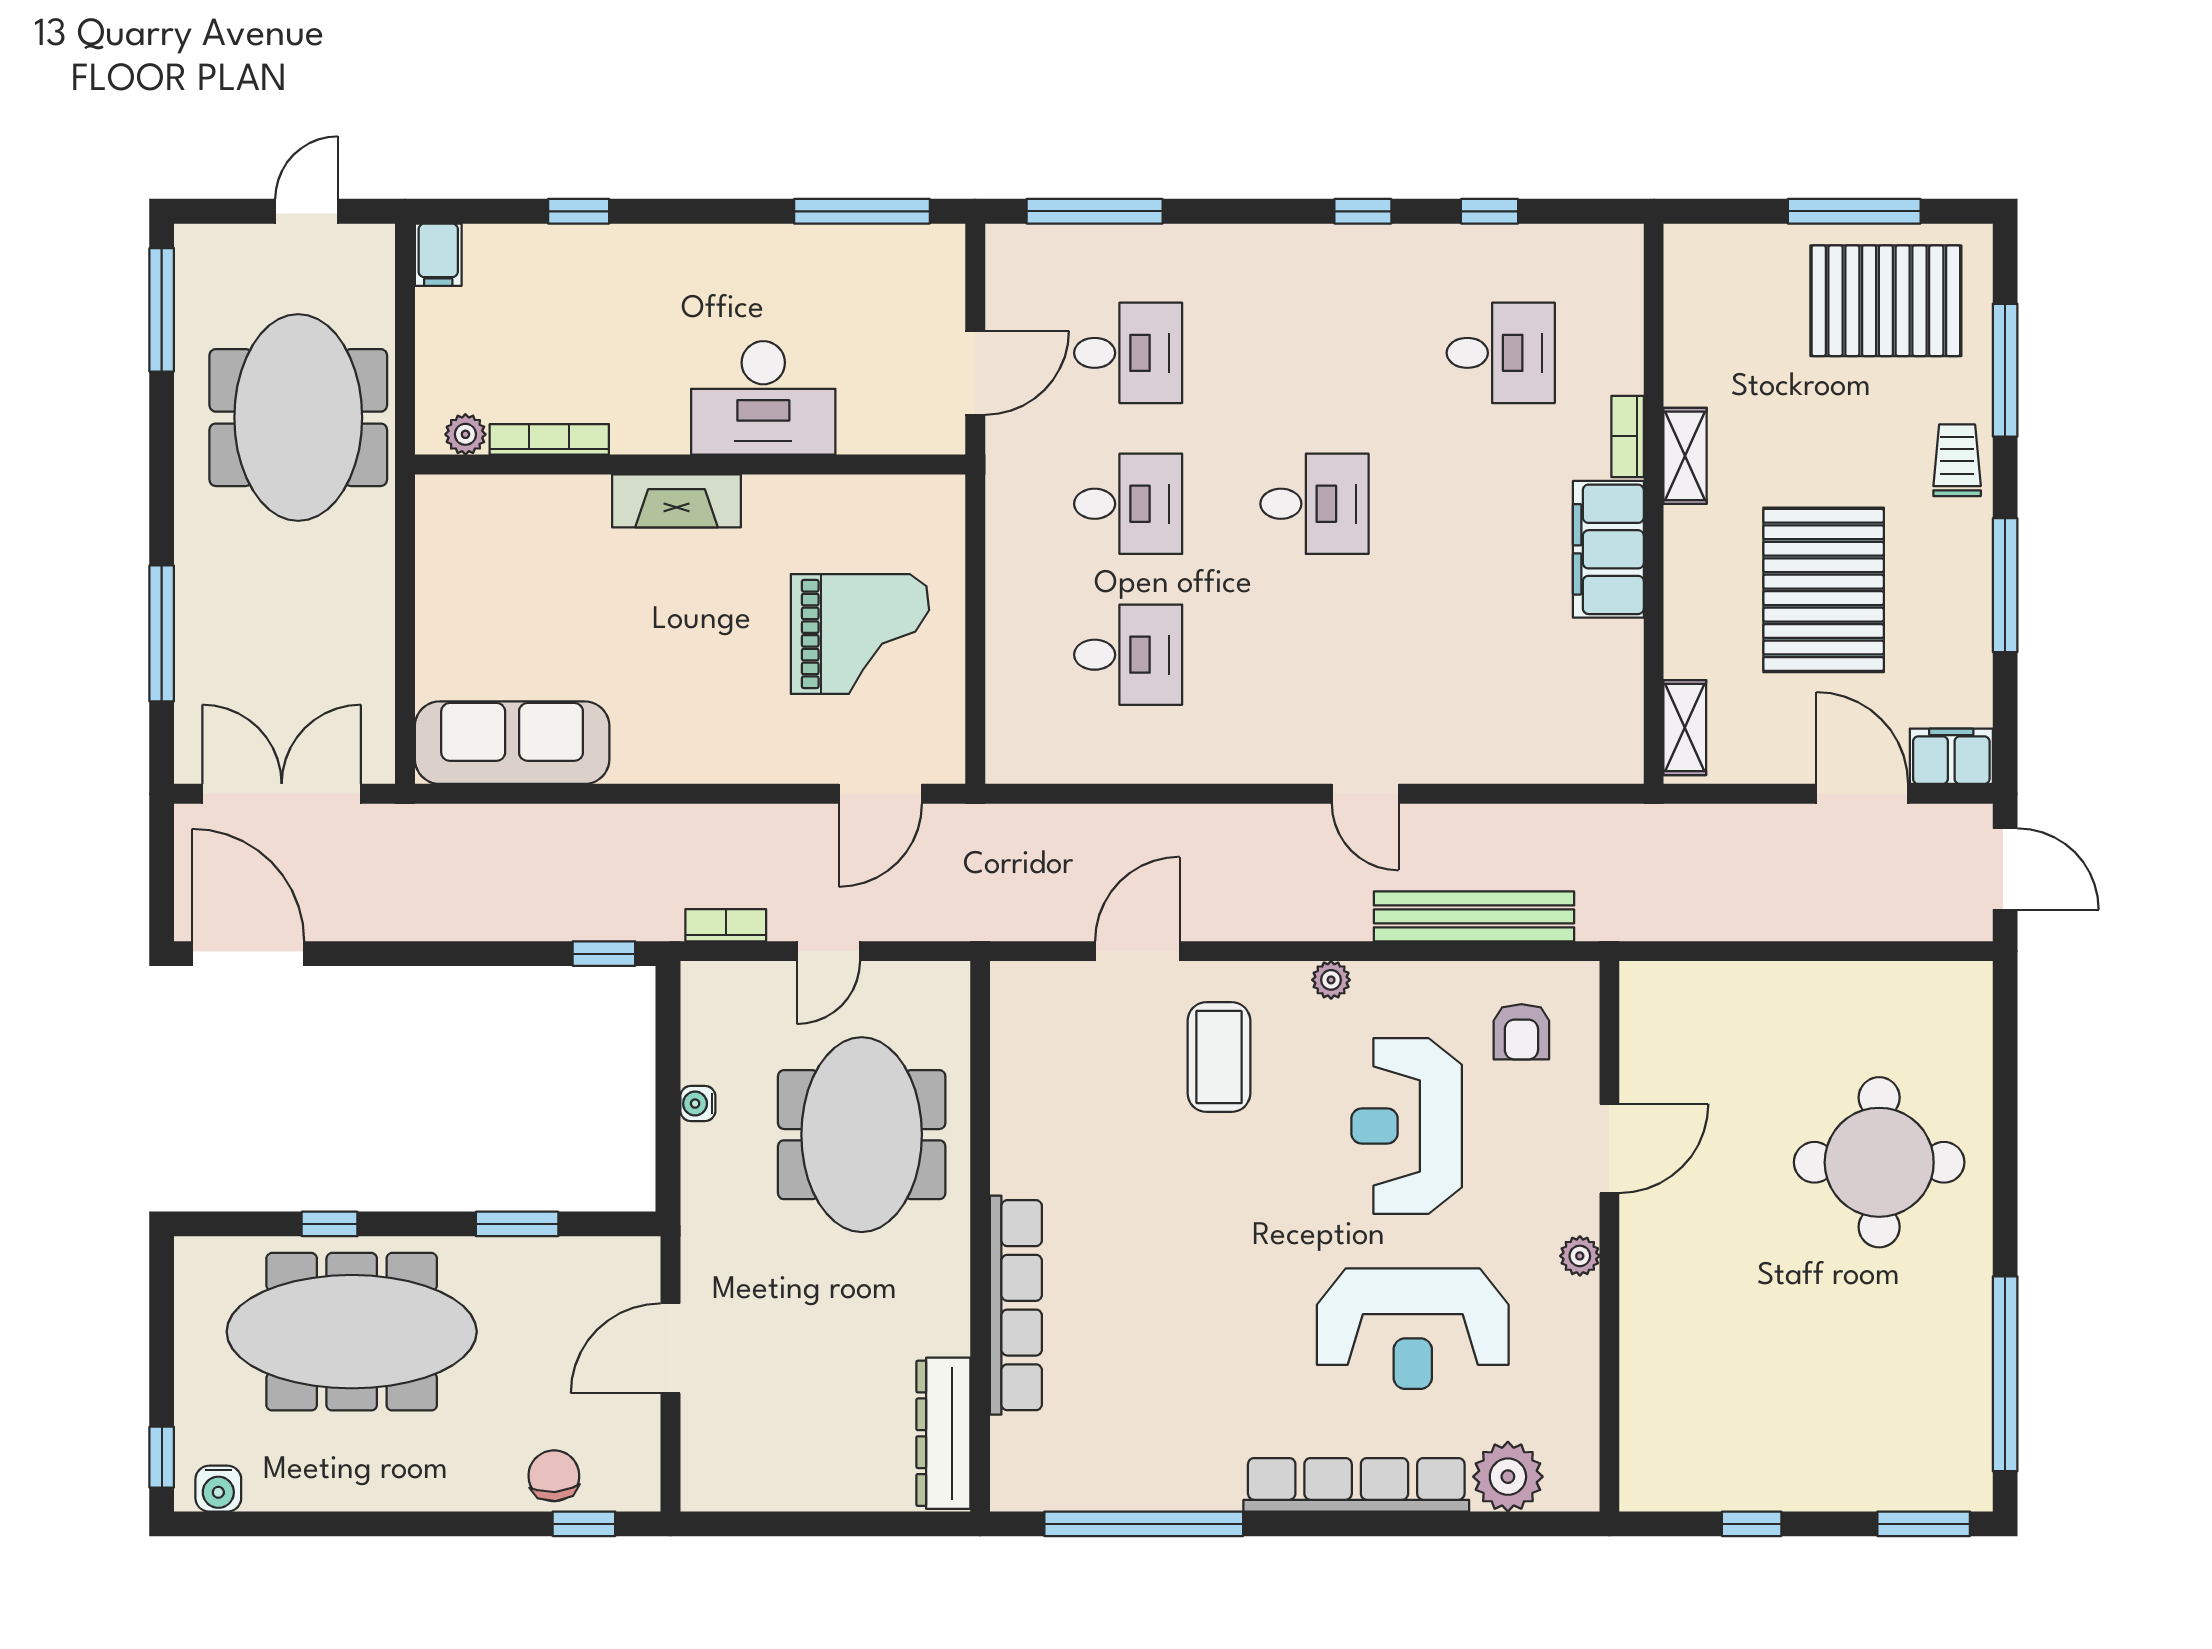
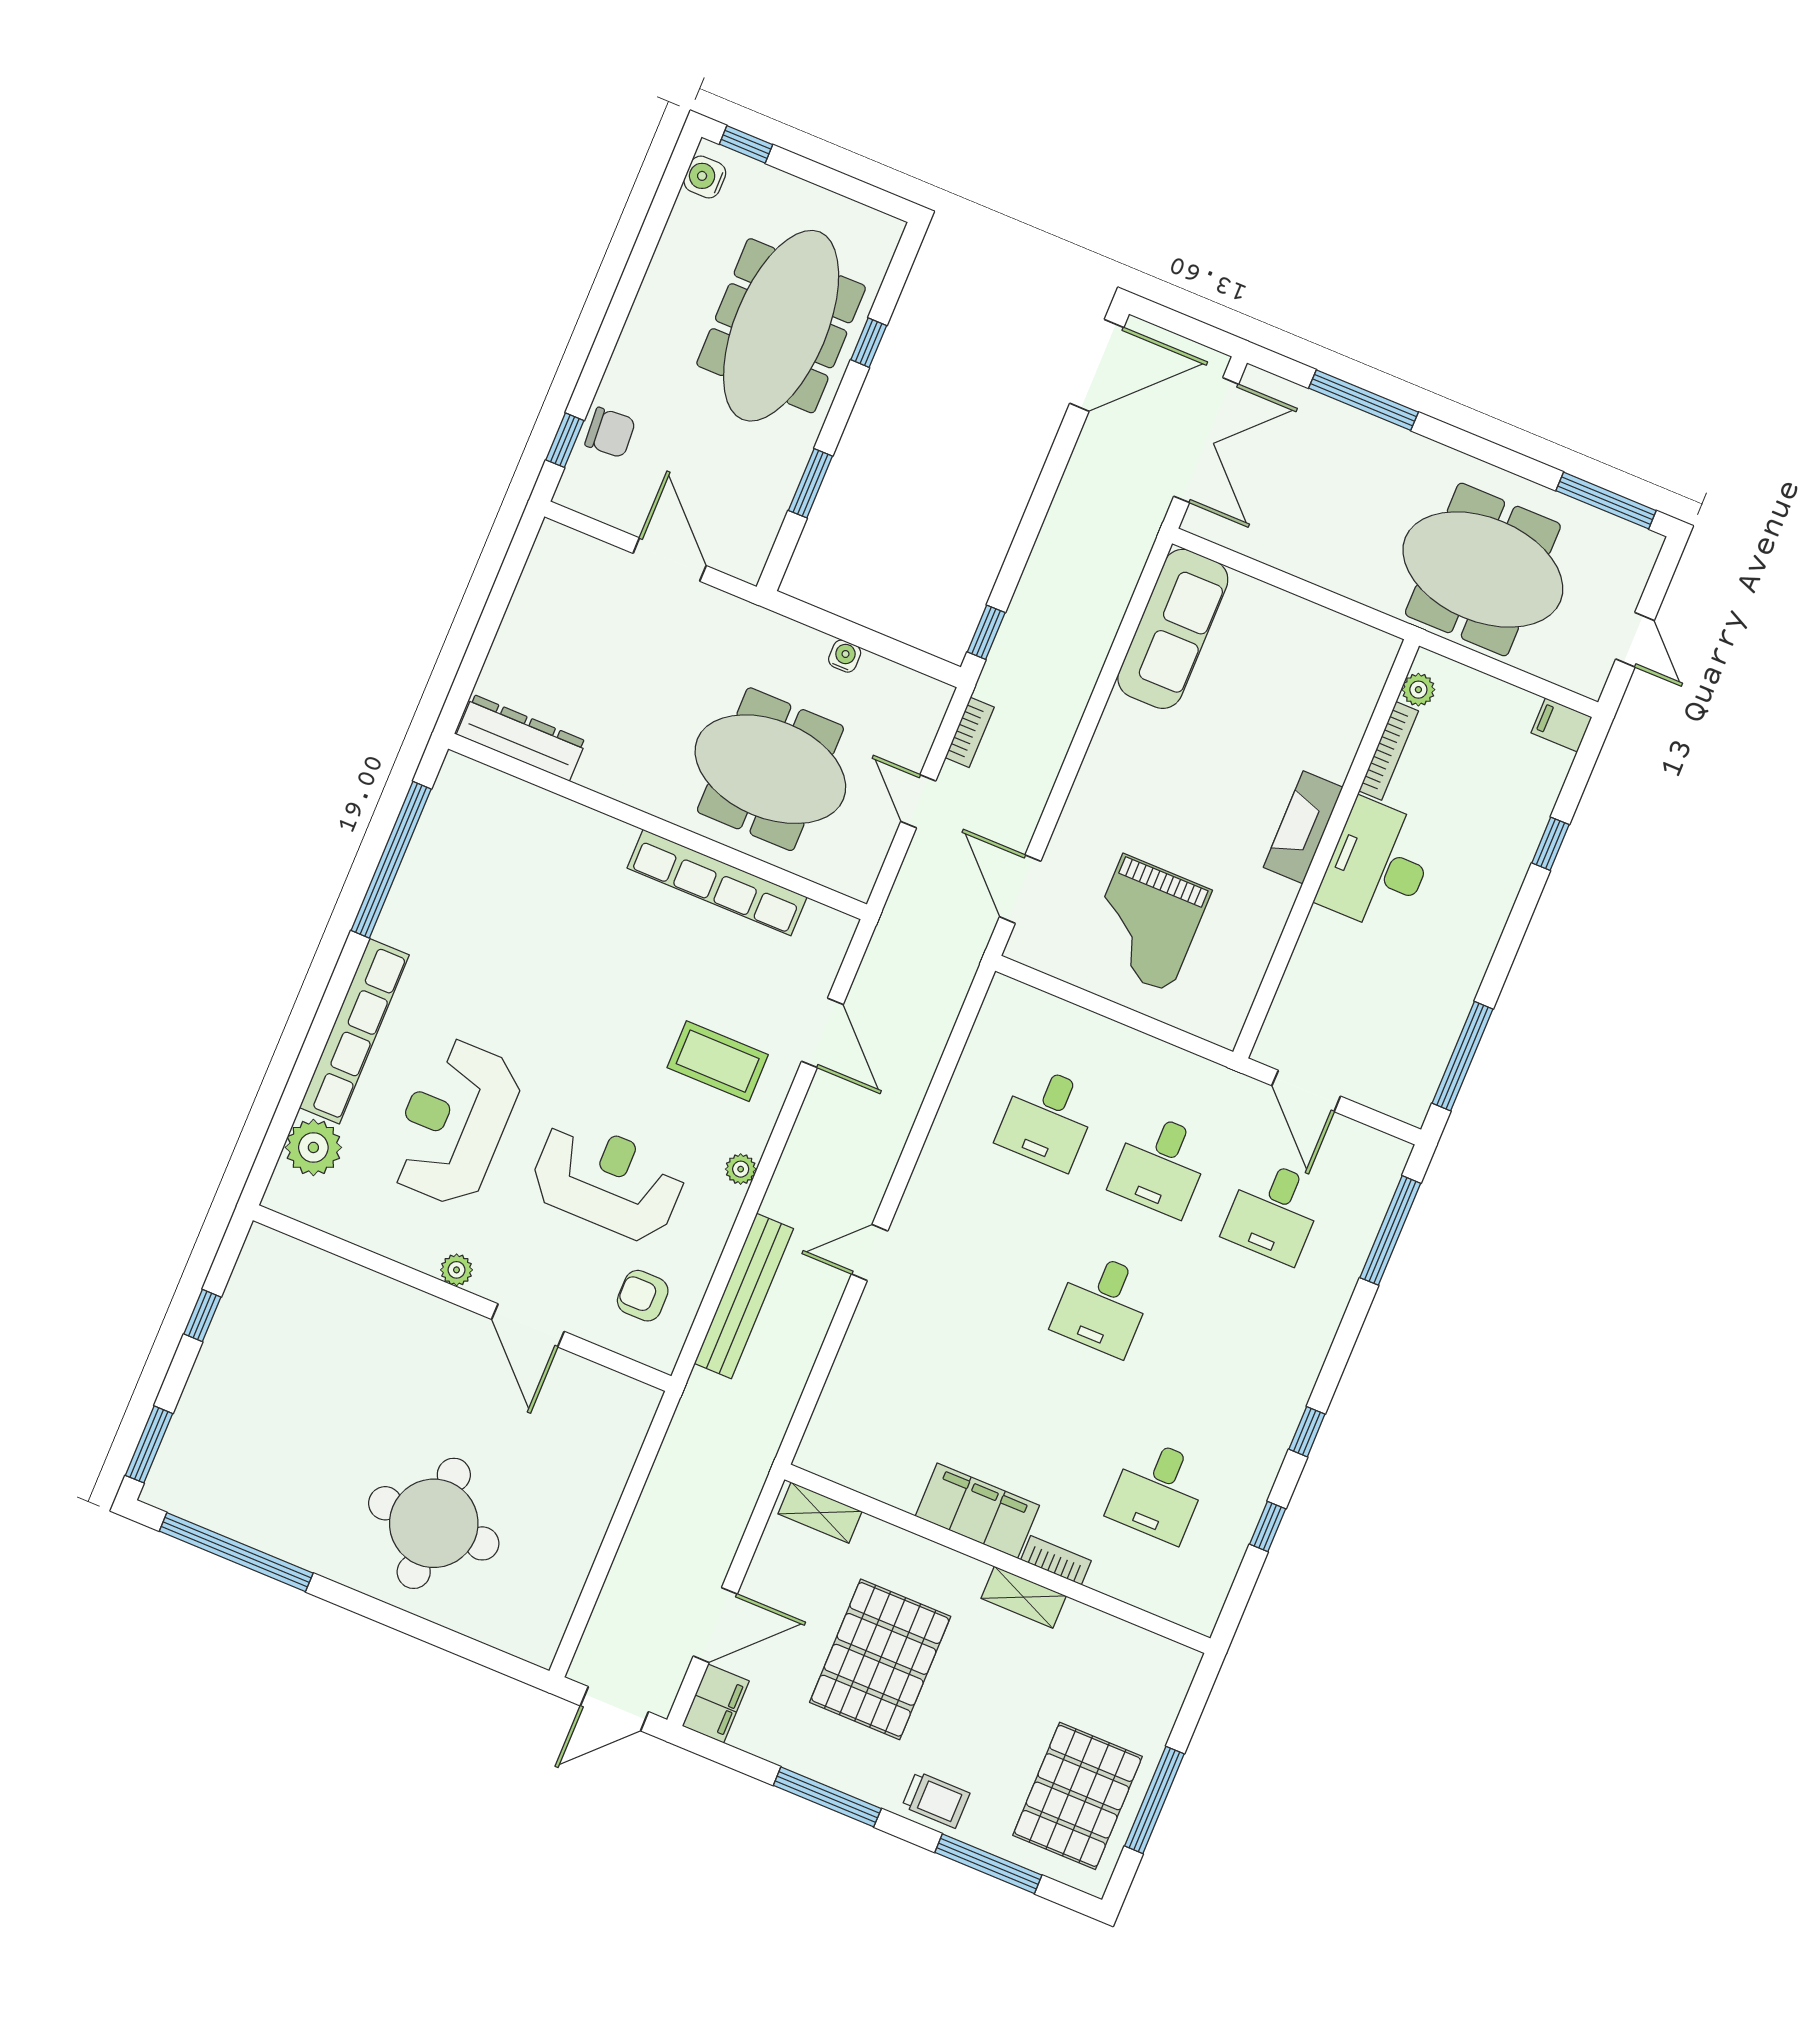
desk: (763, 398) -> (1378, 866), moved
pallet: (1824, 590) -> (880, 1659), turned 90
row of seats: (1016, 1305) -> (717, 883), moved

